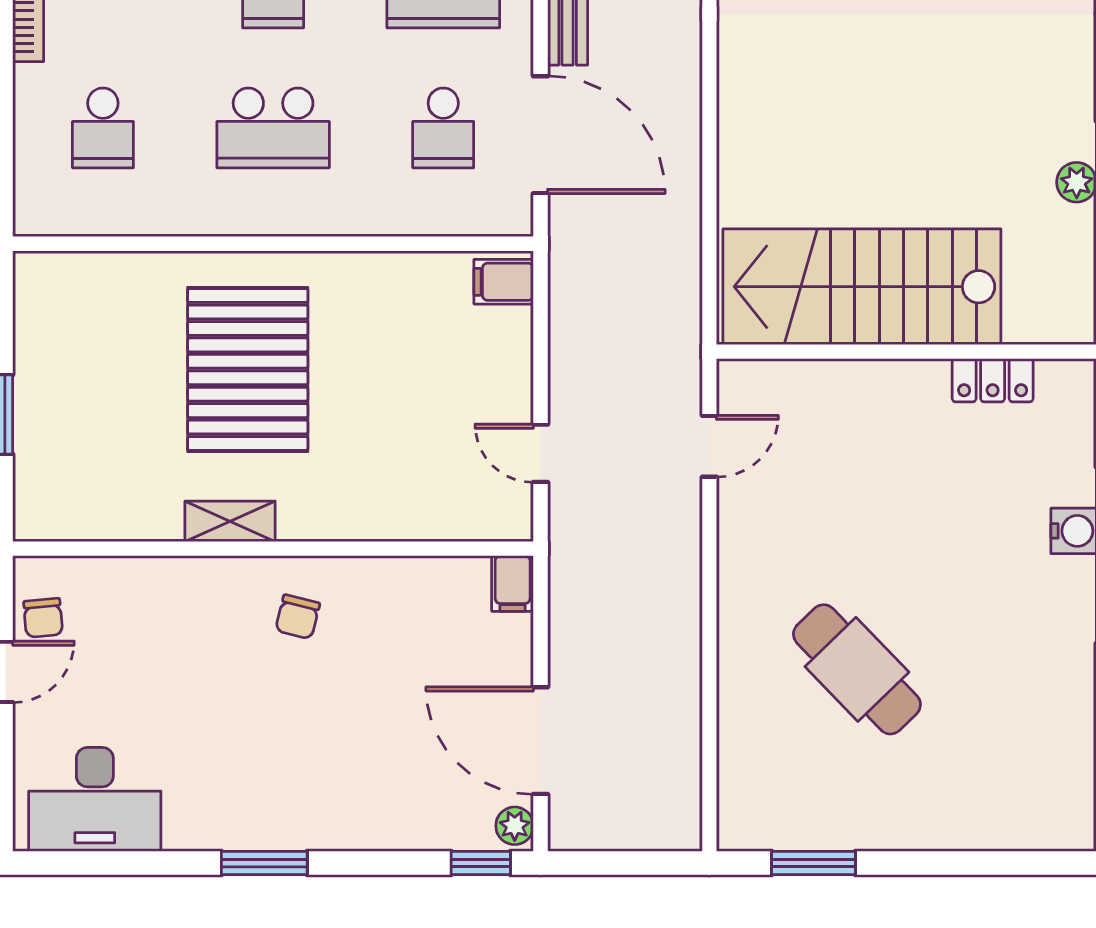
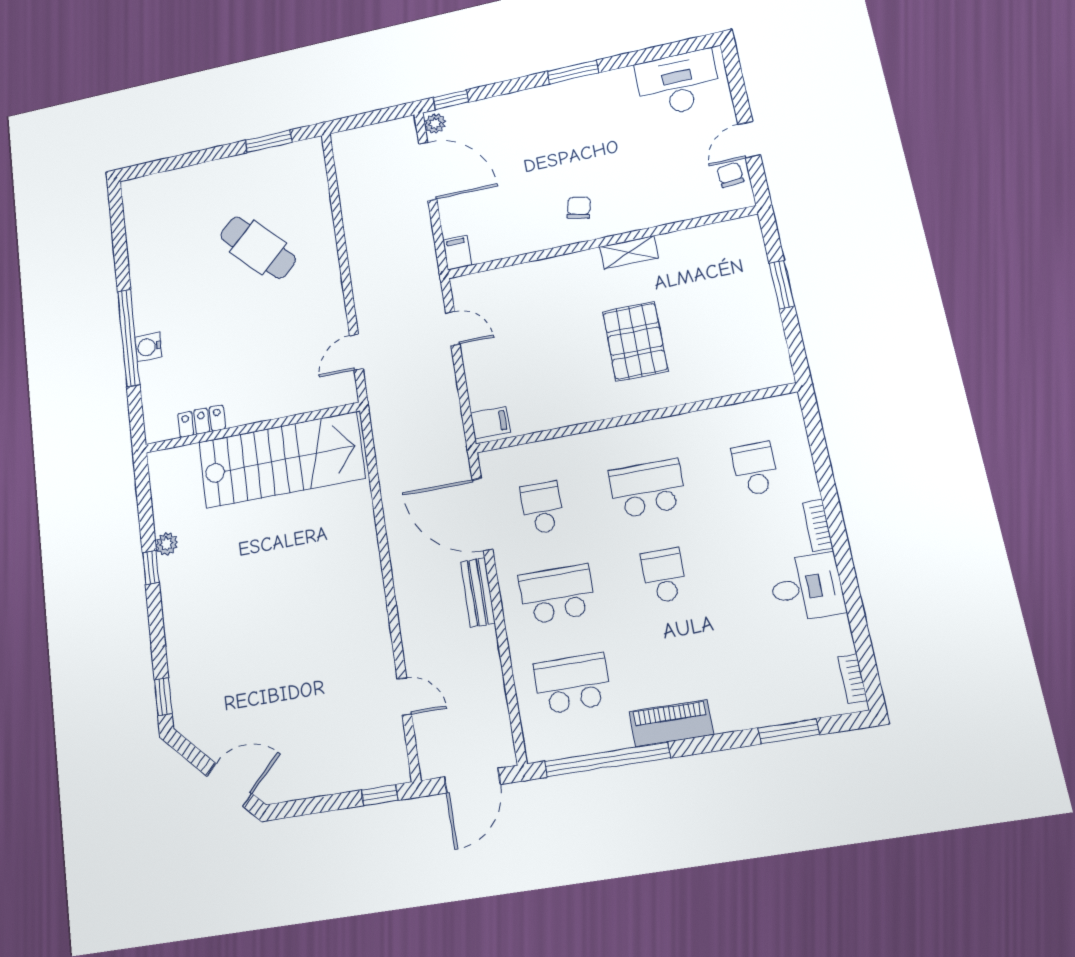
pallet: (248, 370) -> (635, 341), width x0.73, depth x0.71

